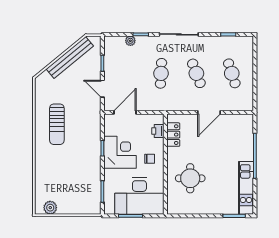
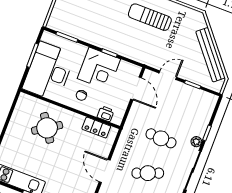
plant: (130, 41) -> (196, 142), moved
round table: (190, 178) -> (47, 128), turned -33

